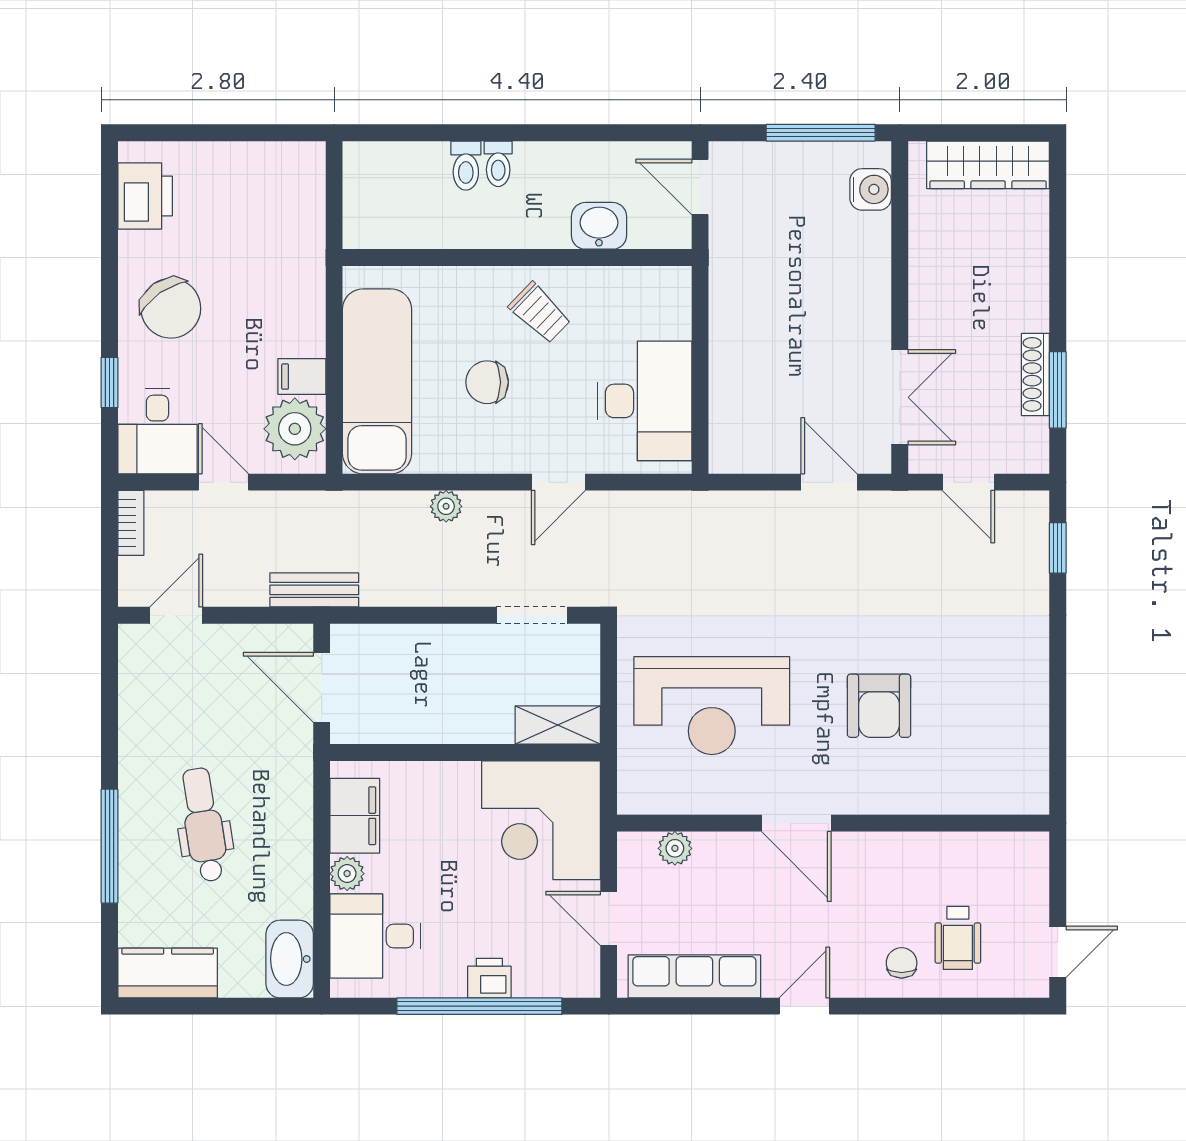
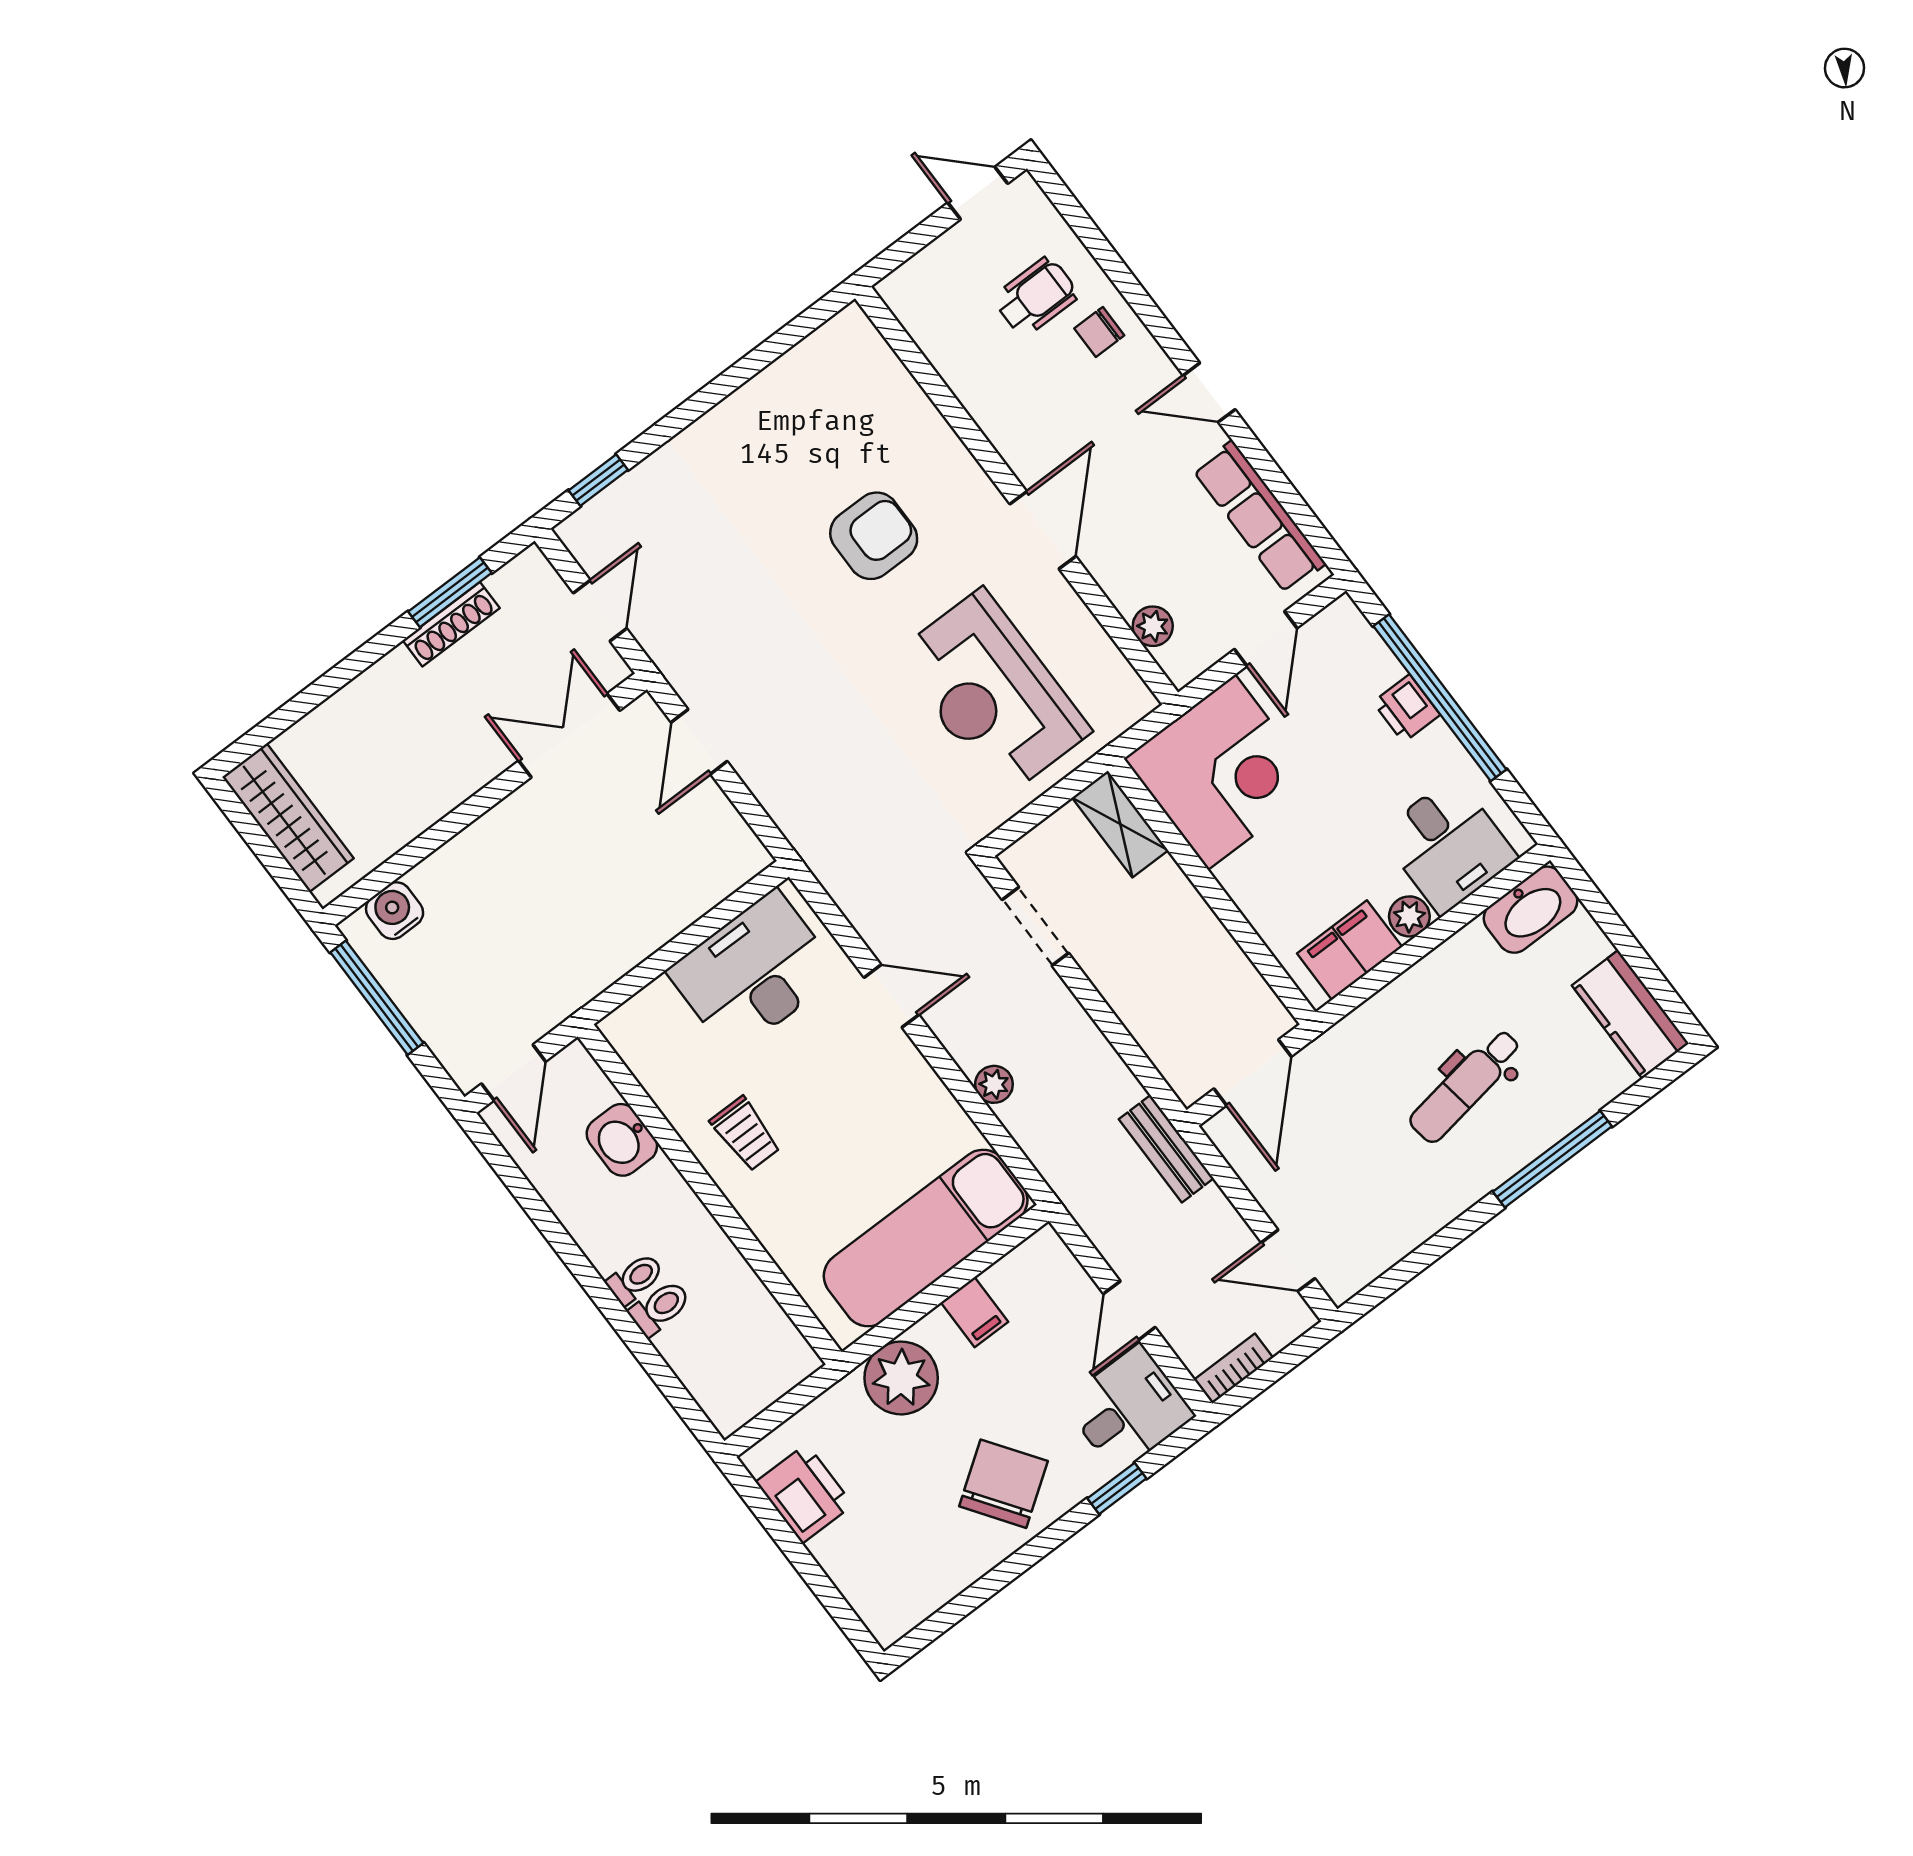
printer: (145, 196) -> (804, 1493), moved, turned 90
trolley: (540, 313) -> (746, 1134), turned 136
chair: (487, 382) -> (848, 1134), removed
plant: (295, 429) -> (901, 1378), moved
reception desk: (712, 706) -> (992, 693), turned 180

